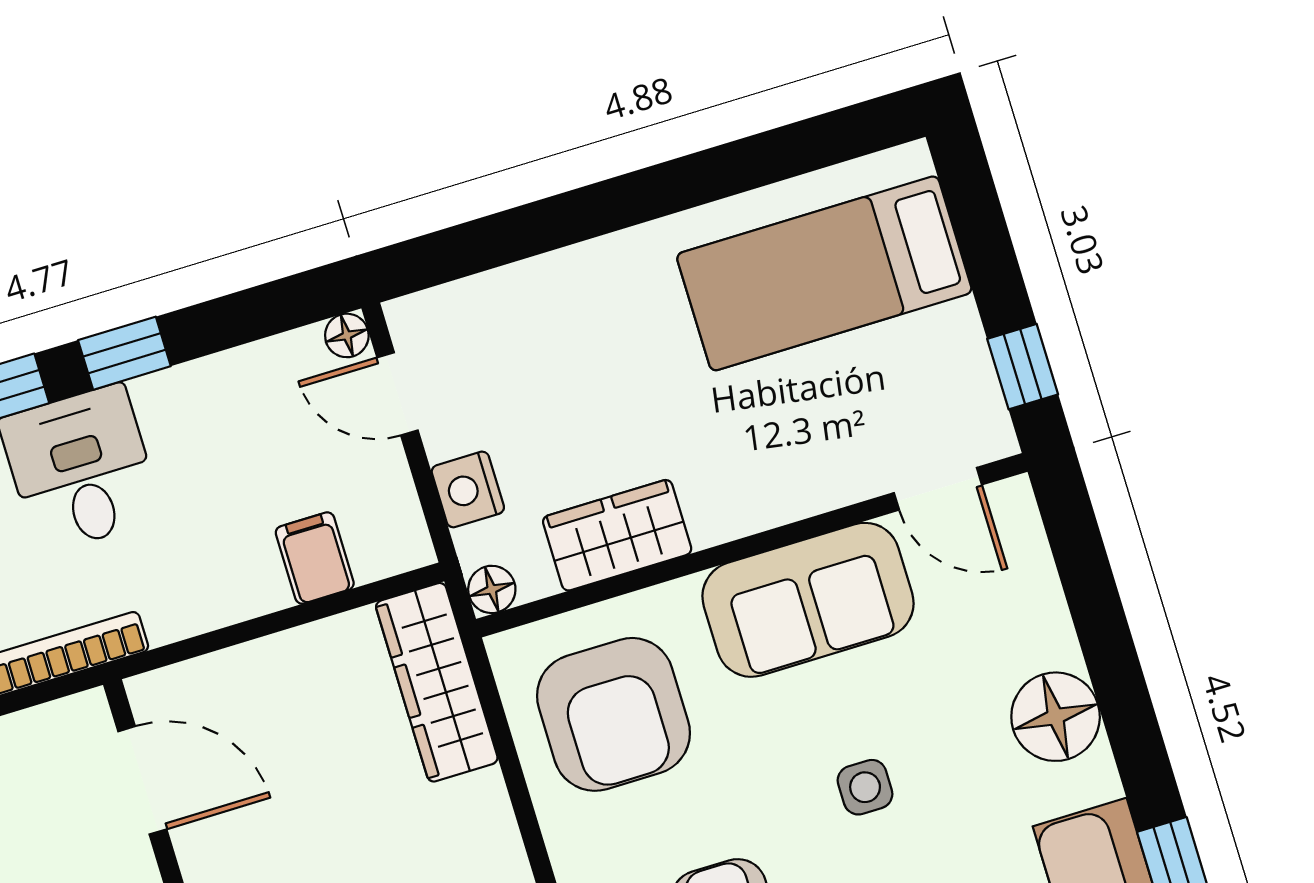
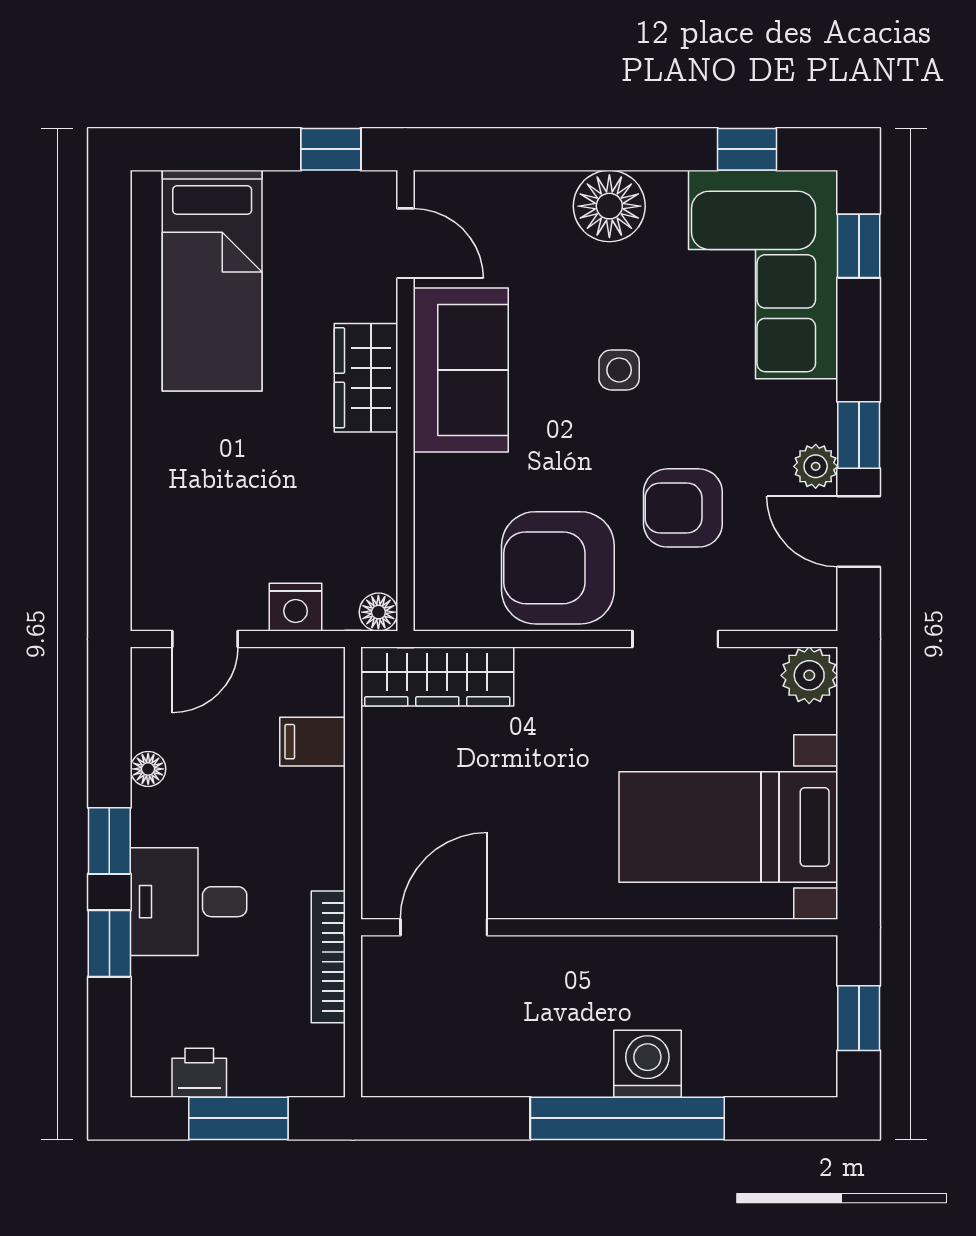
floor lamp: (347, 335) -> (148, 769), moved
door: (938, 489) -> (405, 243), hinge flipped
wardrobe: (617, 535) -> (366, 378), moved
armchair: (613, 714) -> (558, 568), moved, turned 180

